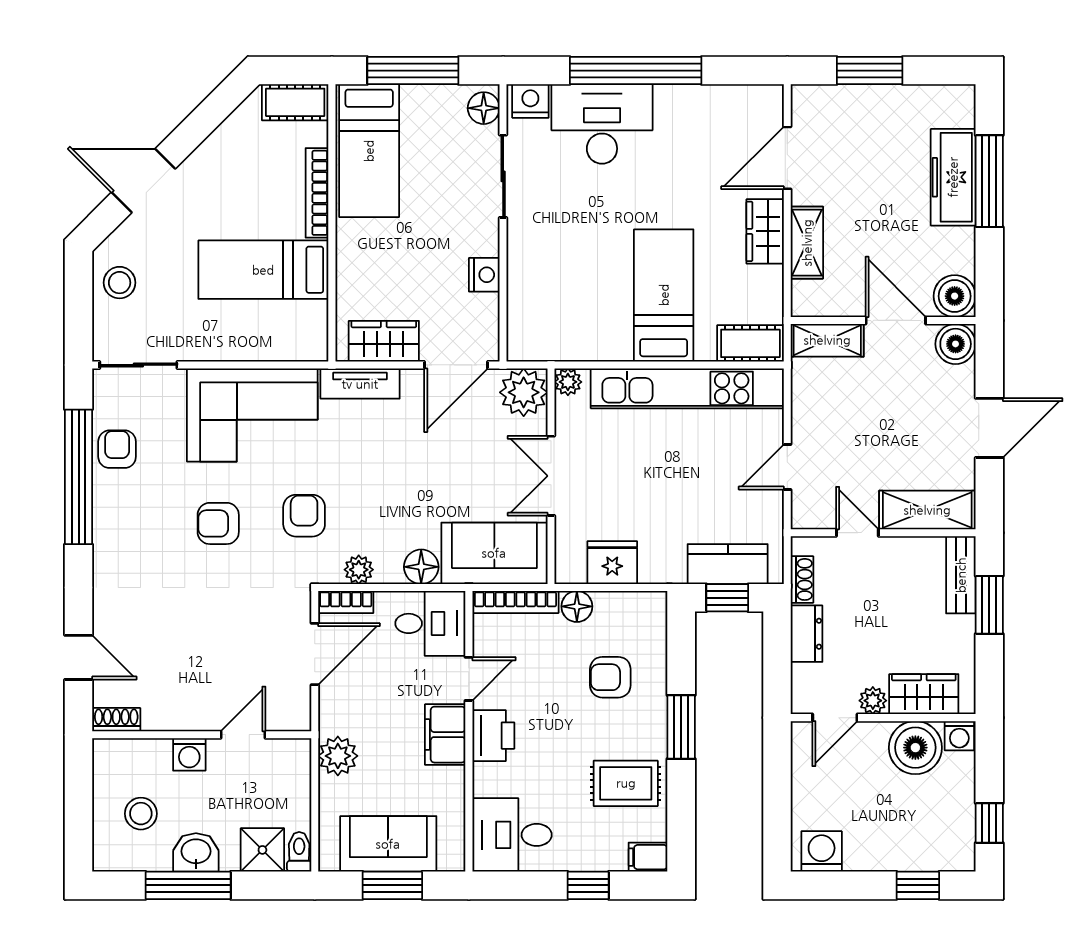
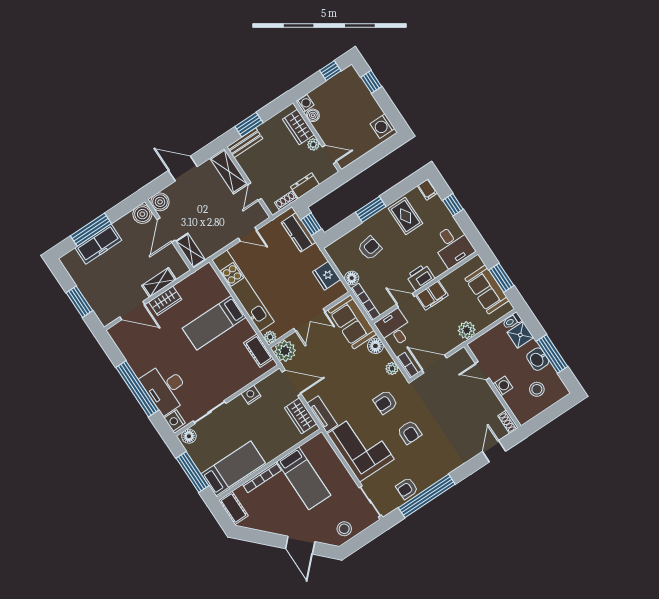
cot: (750, 343) -> (259, 351), moved
armchair: (610, 677) -> (370, 248), turned -99
boiler: (915, 748) -> (313, 115), width x0.54, depth x0.54

